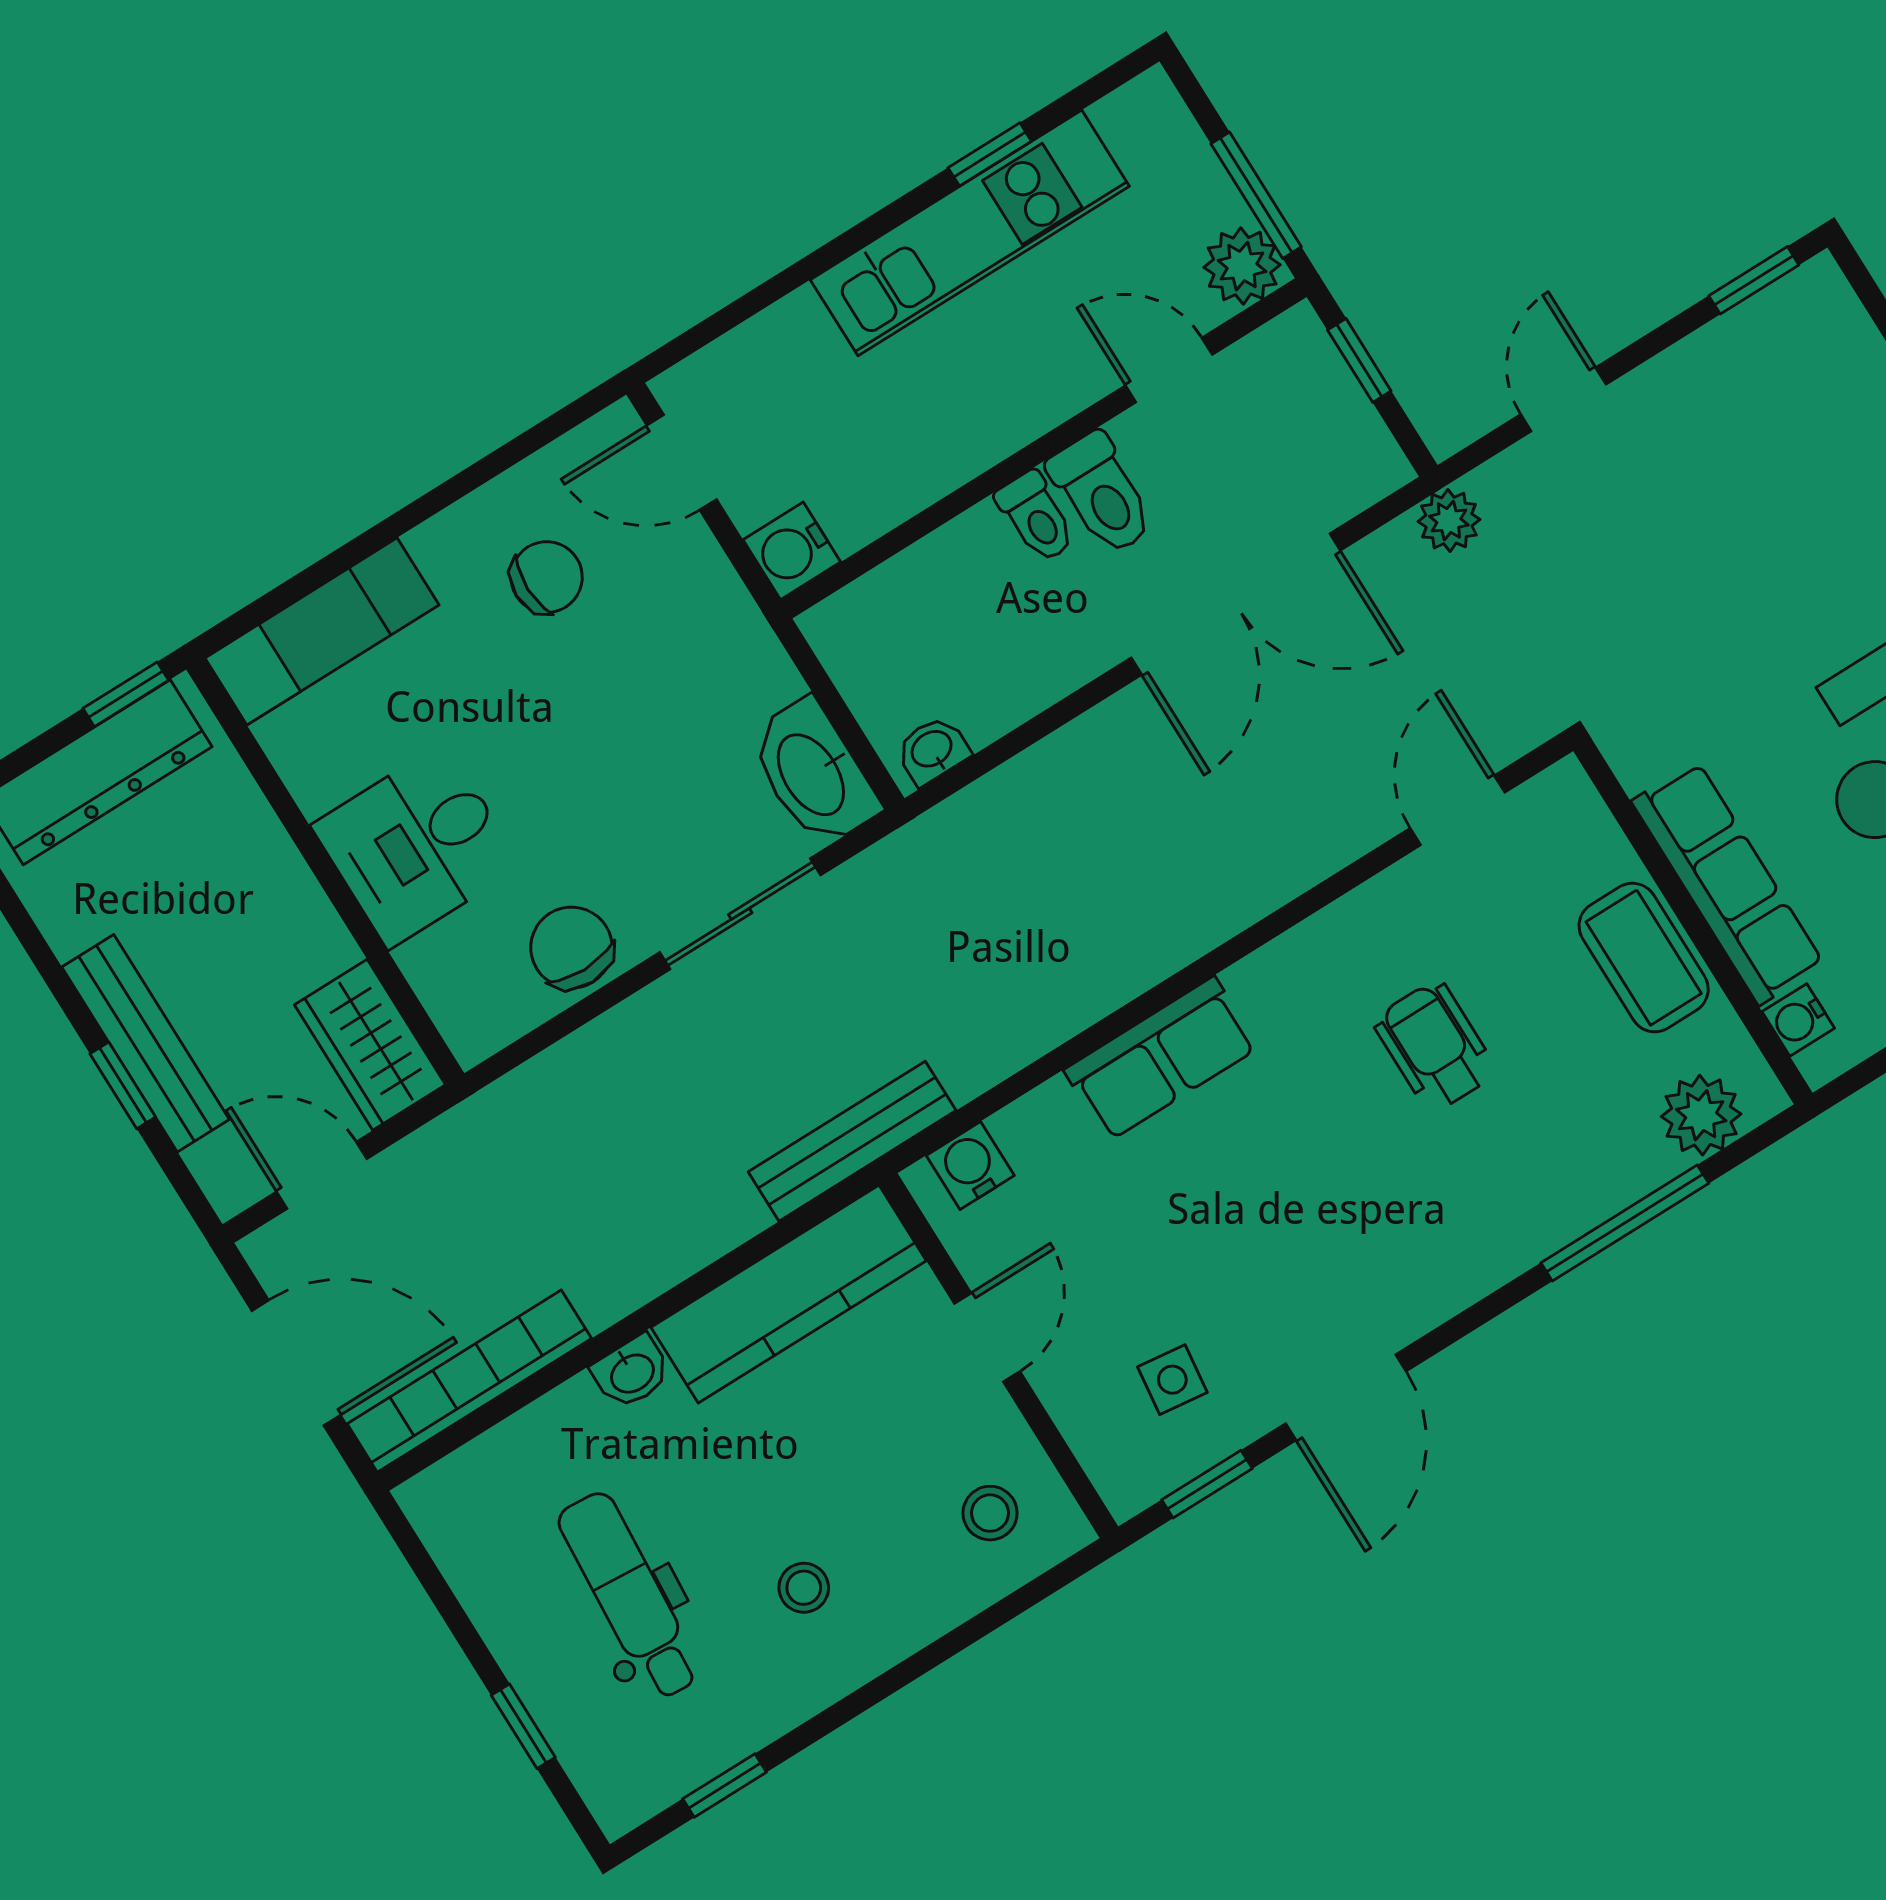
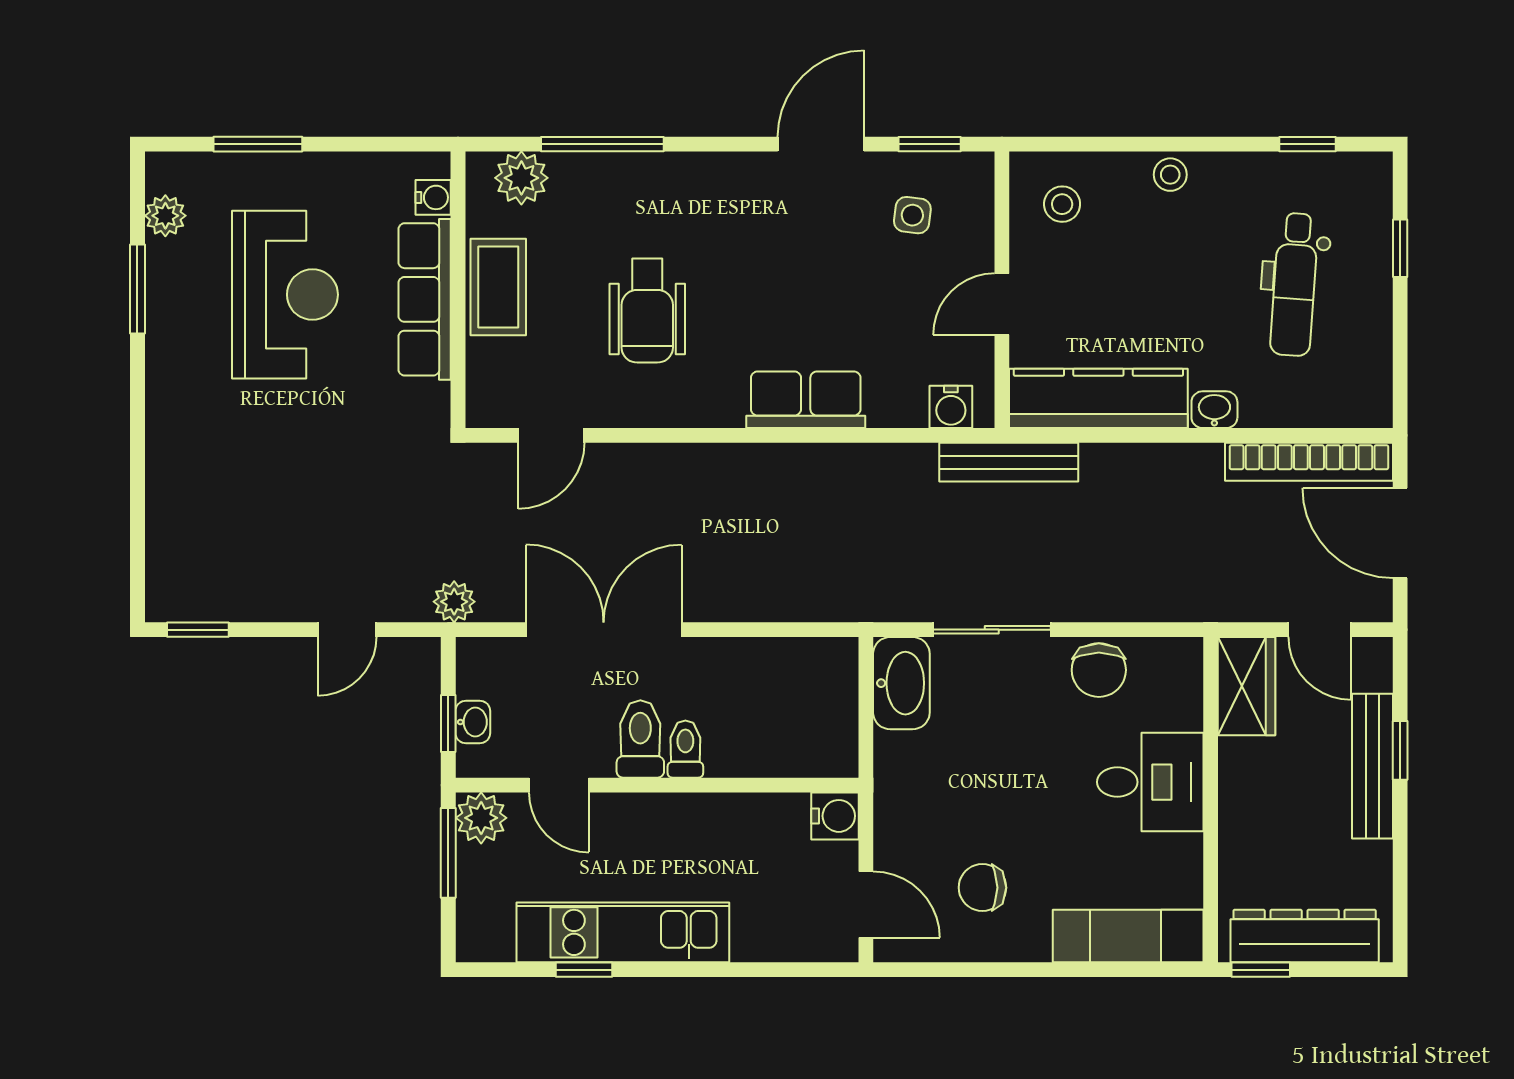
washbasin: (932, 750) -> (473, 722), moved, turned -90
wheelchair: (1435, 1046) -> (647, 311), width x1.36, depth x1.37
stool: (804, 1588) -> (1170, 175), moved

